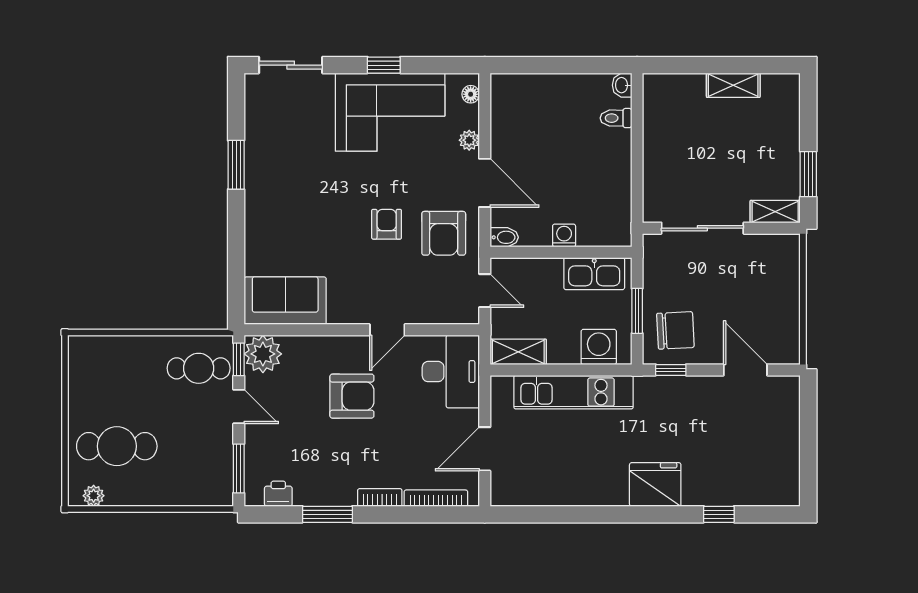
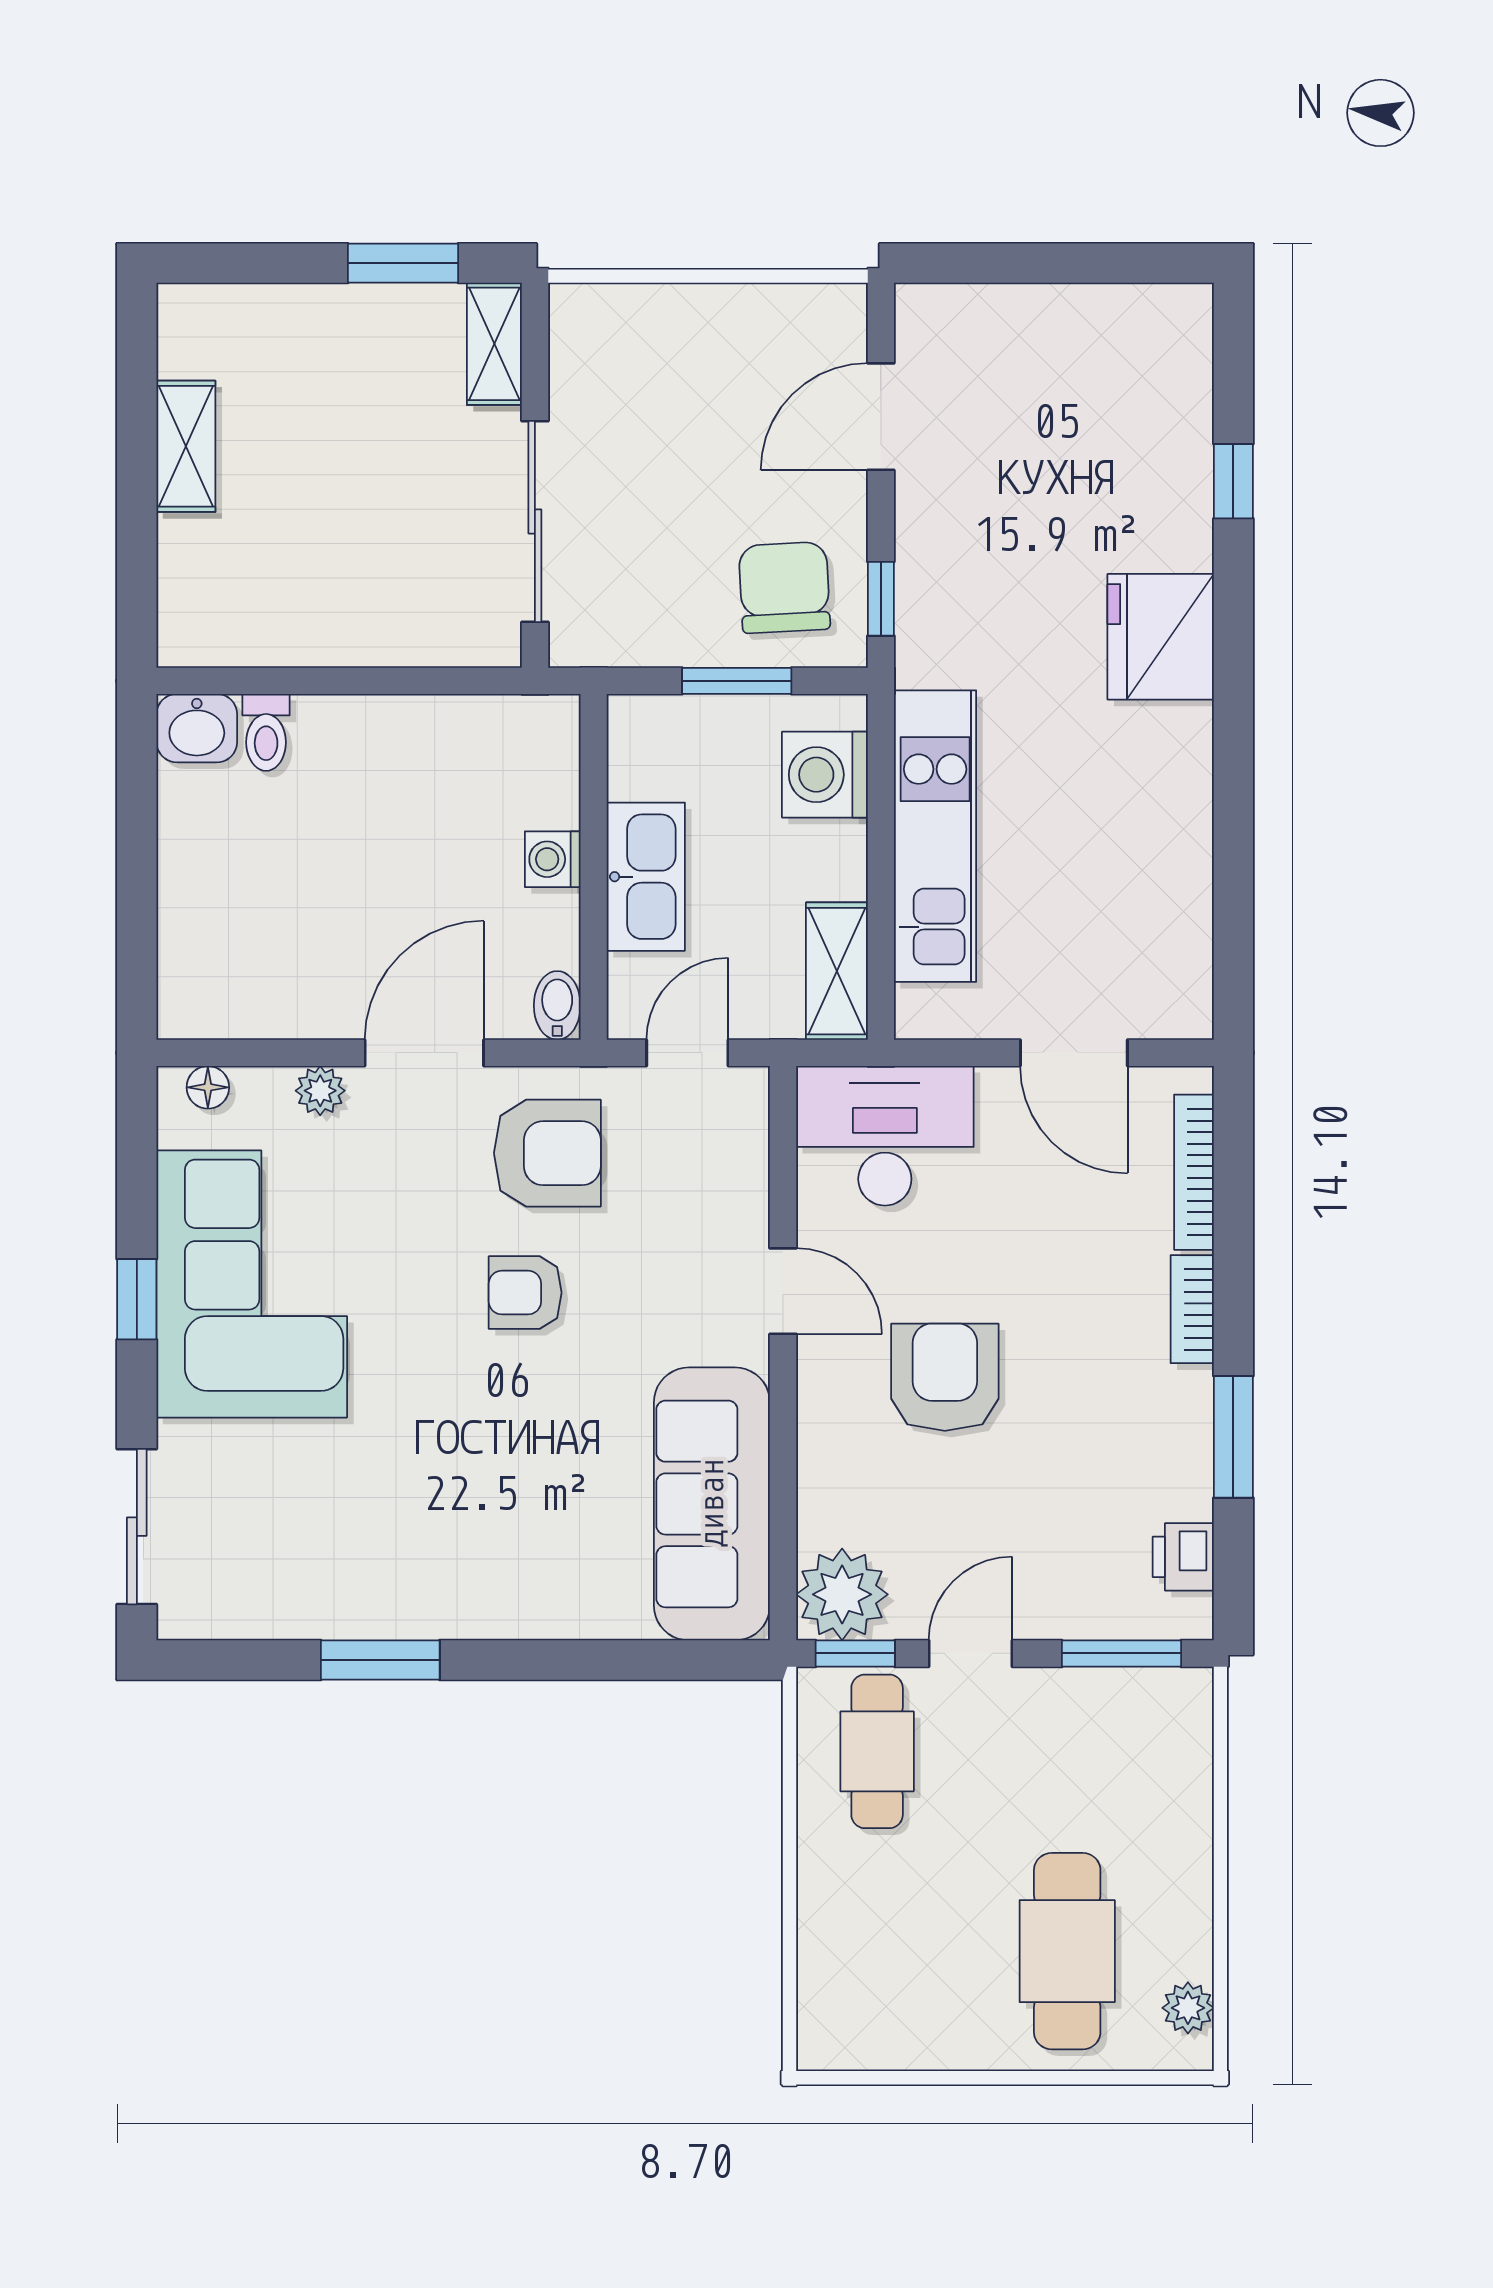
washbasin: (622, 85) -> (197, 728), width x1.38, depth x1.45
kitchen sink: (594, 274) -> (646, 877), moved
sofa: (285, 301) -> (712, 1504), width x1.36

